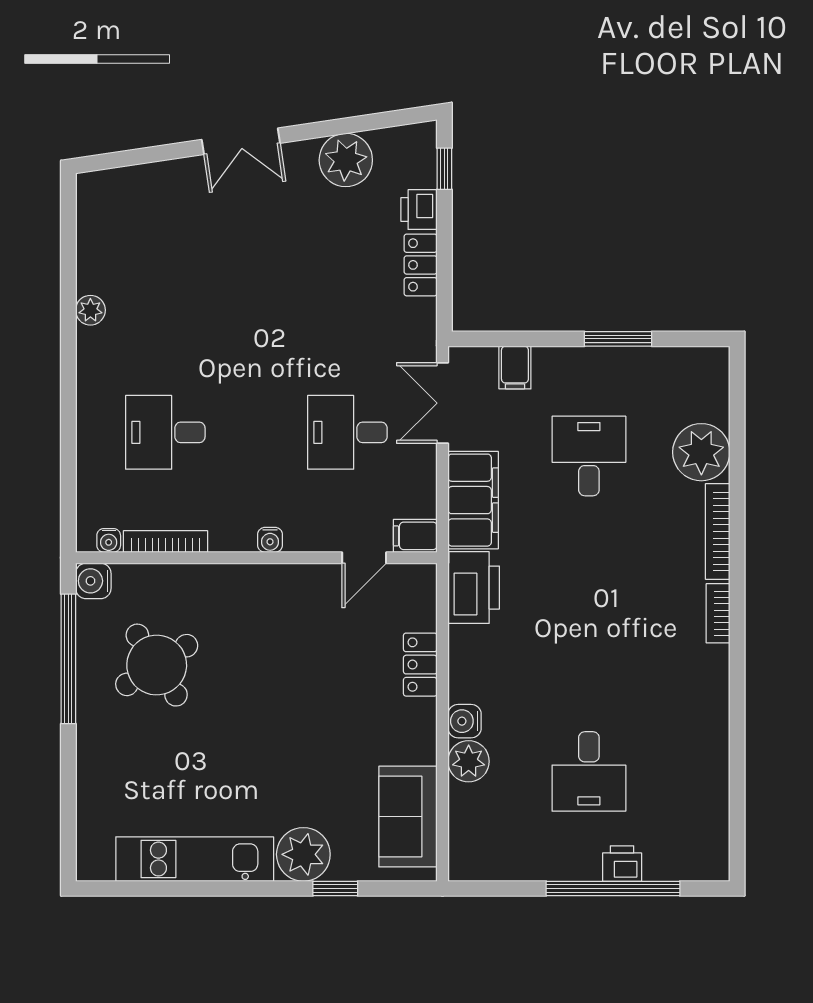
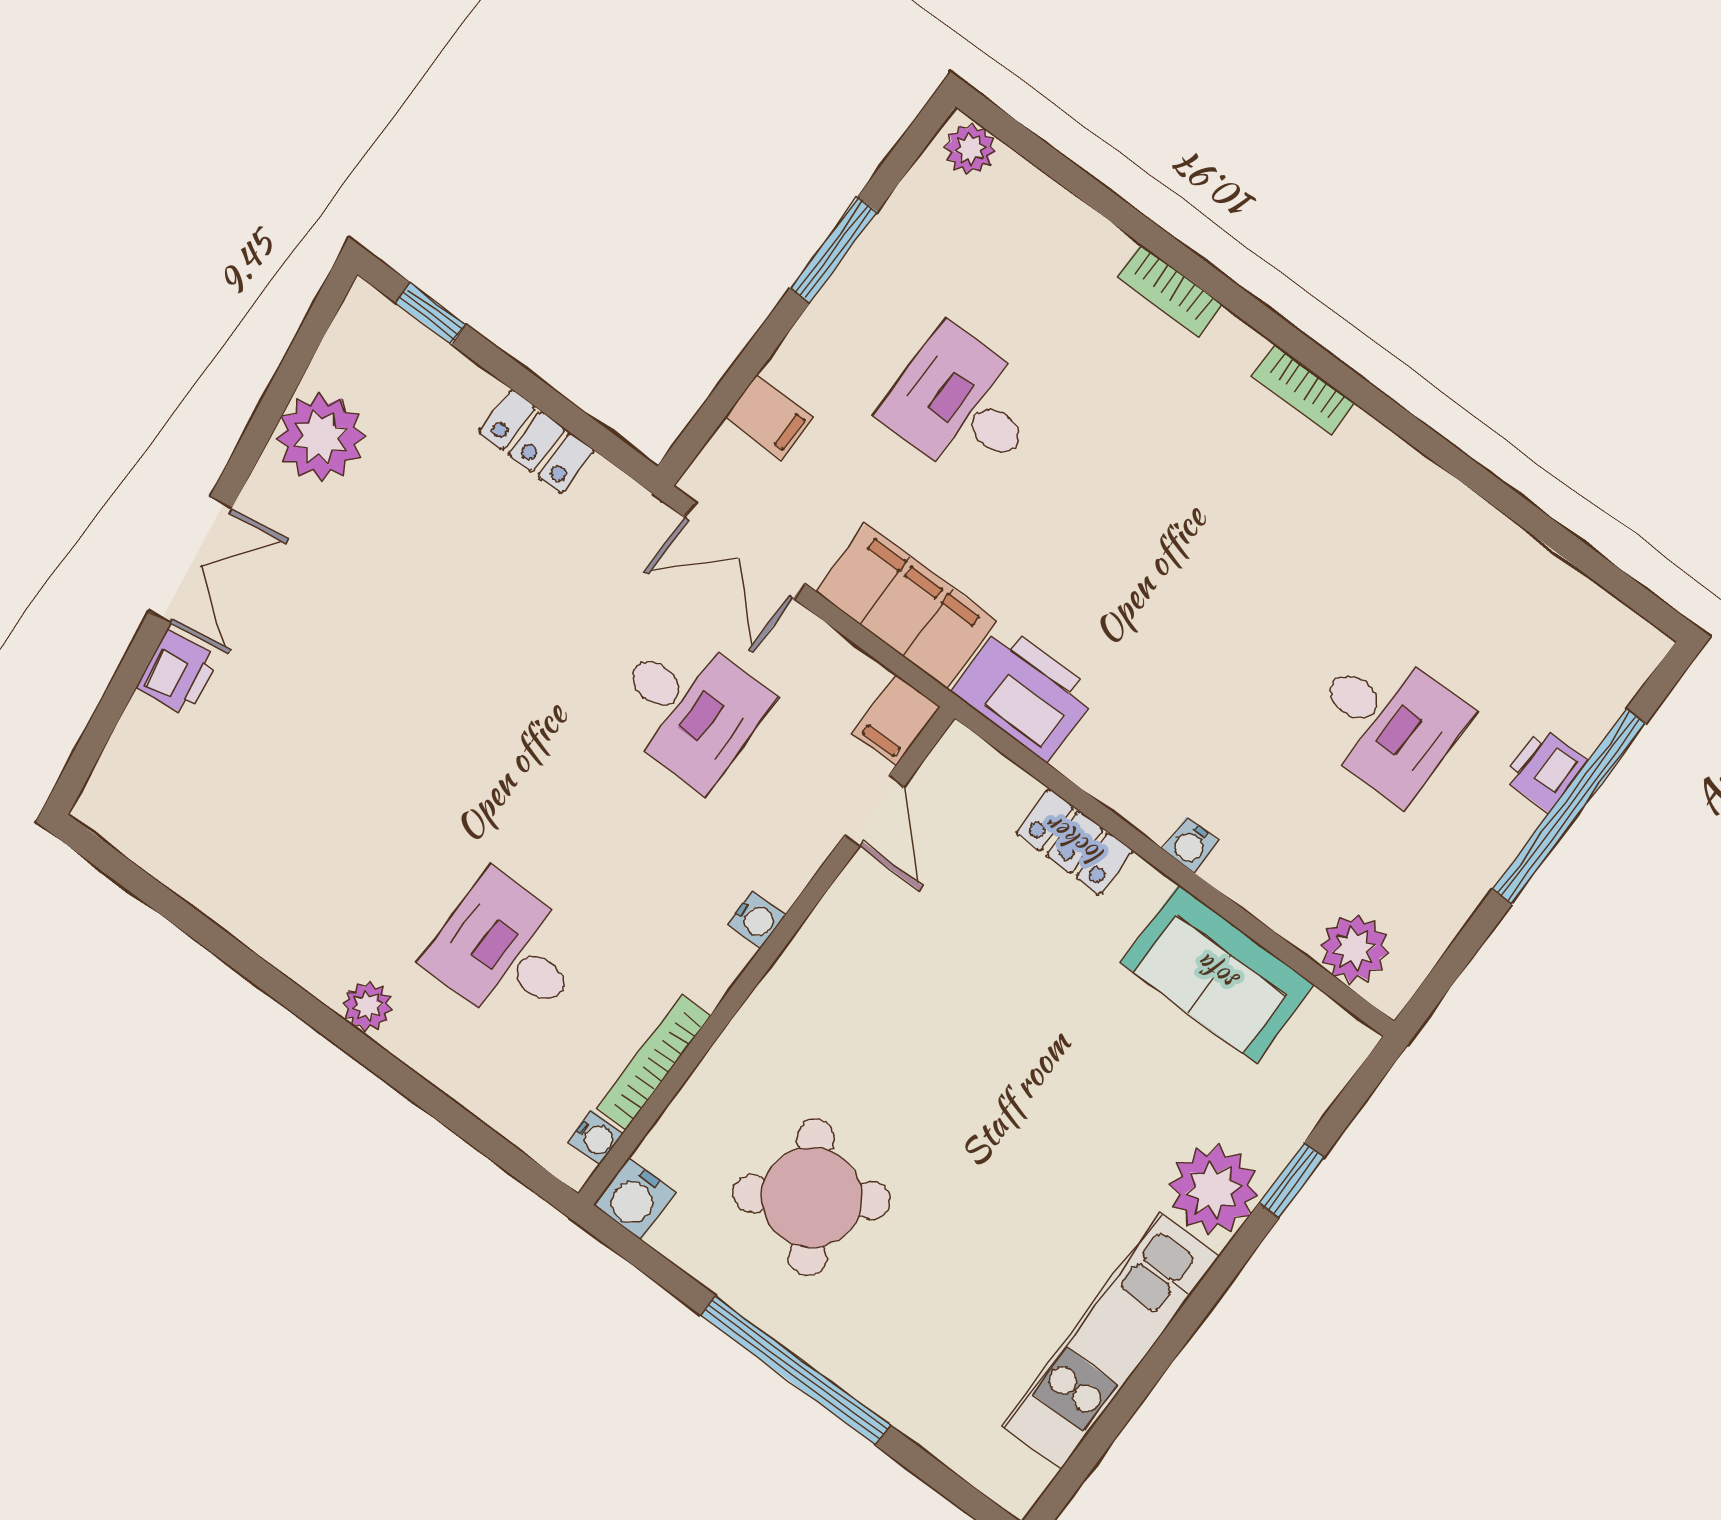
printer: (419, 210) -> (178, 673), moved, turned -98
plant: (90, 310) -> (368, 1006), moved
desk: (165, 432) -> (507, 953), turned 90
desk: (347, 432) -> (689, 708), turned -90
plant: (701, 452) -> (970, 149), moved, width x0.53, depth x0.53
bookcase: (718, 532) -> (1170, 291), width x0.64
window: (68, 659) -> (795, 1370), moved
water cooler: (465, 721) -> (1191, 845), width x0.72, depth x0.72
plant: (469, 761) -> (1354, 949), moved
sofa: (408, 817) -> (1218, 974), moved

